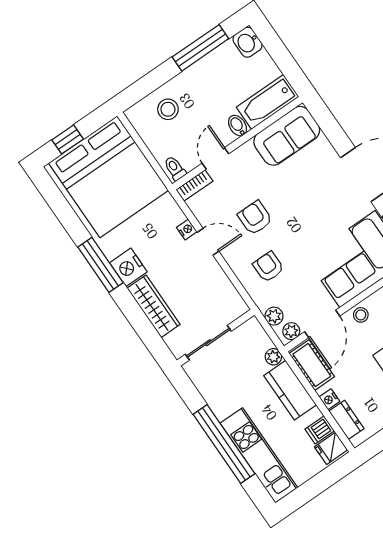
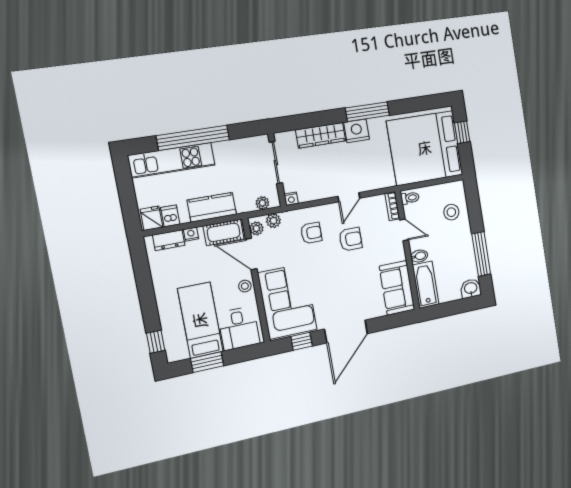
nightstand: (187, 230) -> (291, 199), moved
plant: (273, 357) -> (262, 203), moved

